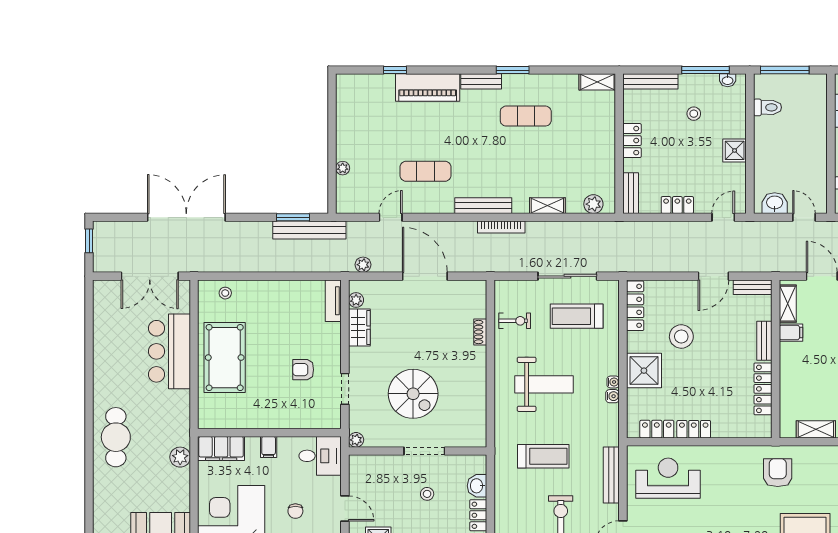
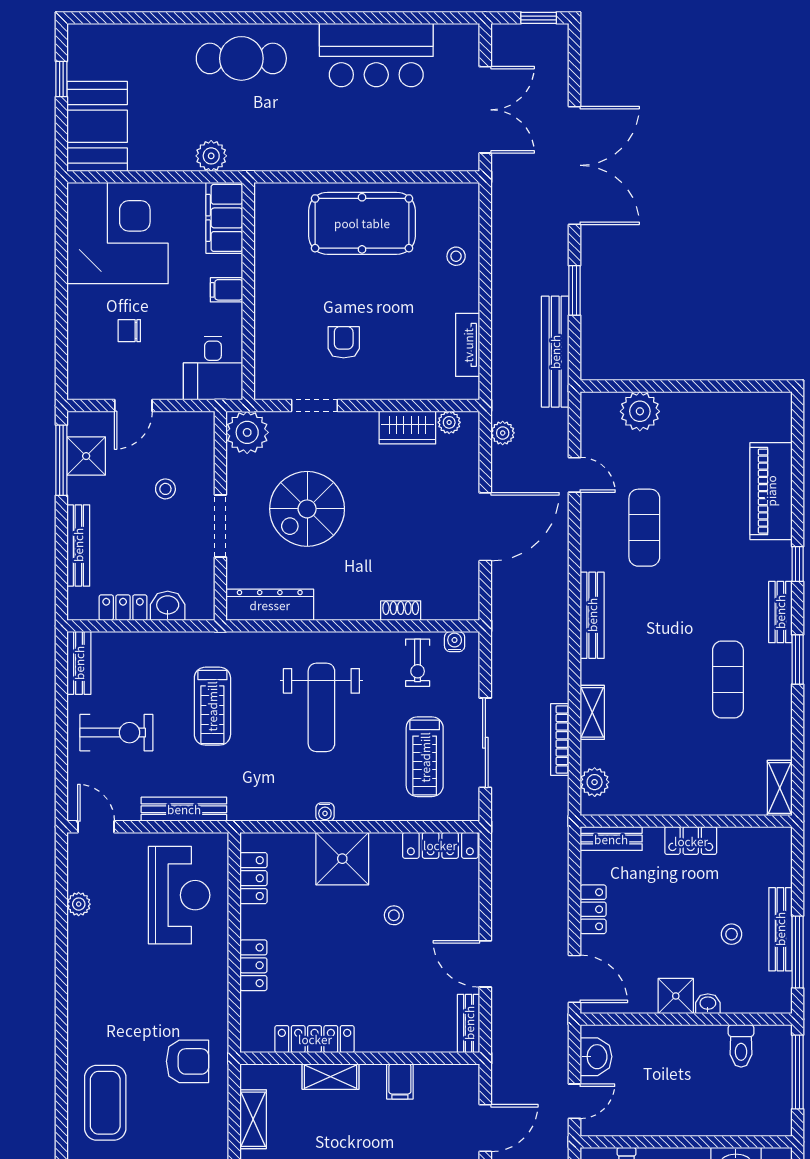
window: (395, 70) -> (798, 564), moved
washbasin: (728, 80) -> (708, 1004), moved, turned 90
bench: (650, 81) -> (780, 929), moved
piano: (428, 88) -> (771, 491), moved
plant: (343, 168) -> (640, 411), width x1.88, depth x1.88
window: (293, 217) -> (575, 290), moved
door: (723, 217) -> (575, 979), width x1.38
bookcase: (501, 227) -> (560, 739), moved
double door: (150, 276) -> (485, 110), swing flipped
stool: (225, 293) -> (456, 256), moved
tv unit: (333, 301) -> (468, 345), moved, turned -90
shelving: (788, 304) -> (331, 1077), moved
treadmill: (577, 316) -> (425, 757), turned 180
stool: (681, 336) -> (394, 915), width x0.53, depth x0.53
bench: (764, 341) -> (387, 1041), removed
bar counter: (169, 351) -> (376, 55), moved, turned 180
water cooler: (612, 396) -> (455, 642), moved, turned 180
dresser: (476, 418) -> (270, 605), added
locker: (694, 429) -> (253, 965), moved
plant: (356, 440) -> (247, 432), width x1.88, depth x1.88
stool: (427, 494) -> (165, 489), moved

